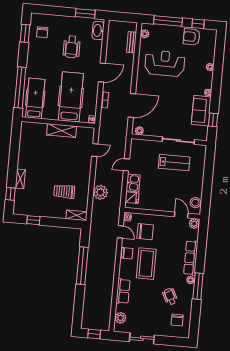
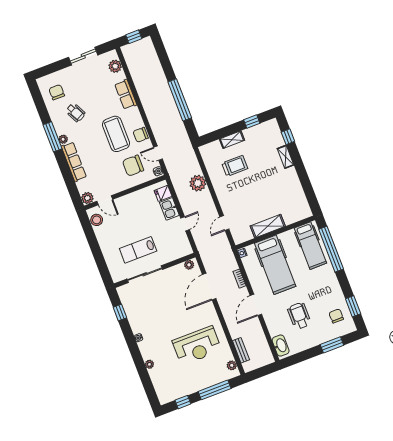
window: (85, 13) -> (332, 345), moved
armchair: (192, 37) -> (183, 386), removed
sofa: (201, 111) -> (136, 316), removed
shelving: (77, 215) -> (232, 140), moved

